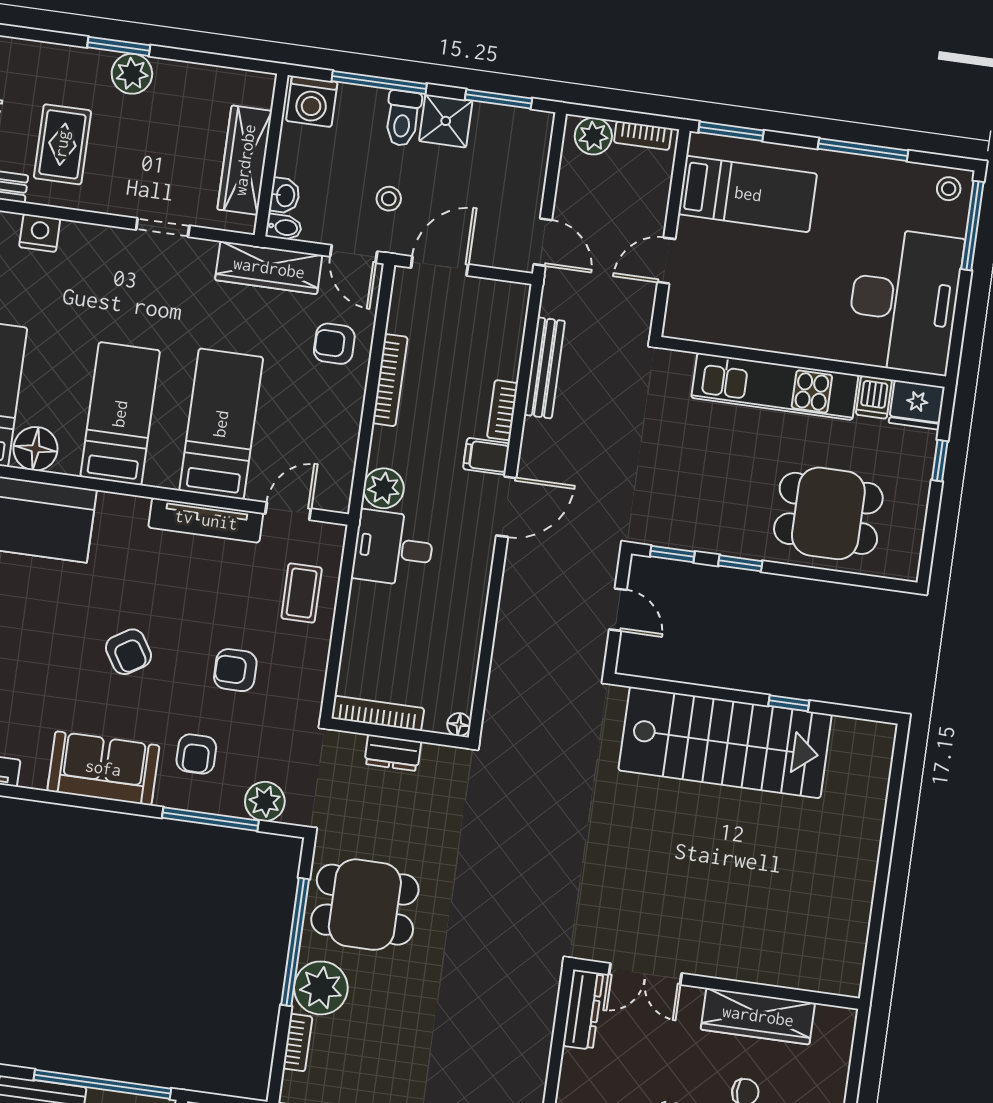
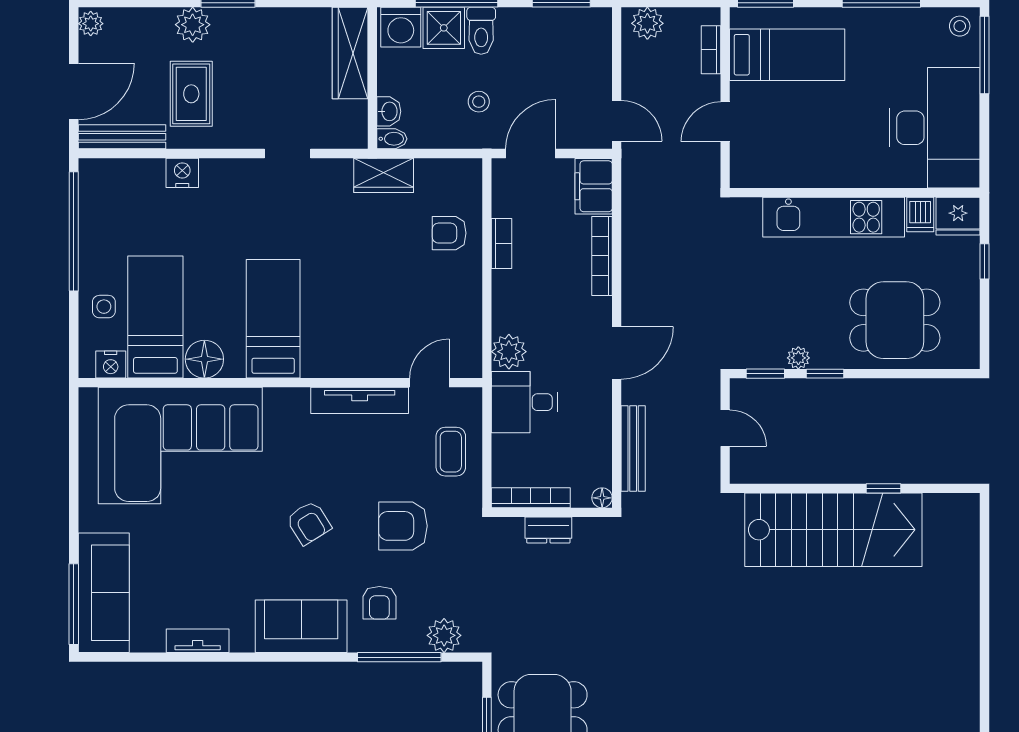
plant: (132, 74) -> (193, 25), moved
shower: (446, 121) -> (444, 28), moved
bookcase: (643, 136) -> (711, 50), moved, turned 90
wardrobe: (245, 160) -> (350, 53), moved
door: (354, 254) -> (455, 154), removed
wardrobe: (269, 268) -> (384, 175), width x0.67
bench: (545, 368) -> (633, 449), moved
bookcase: (390, 380) -> (501, 244), width x0.64
bookcase: (502, 410) -> (602, 256), width x1.56
bed: (221, 424) -> (361, 316), removed
filing cabinet: (486, 456) -> (594, 186), moved, width x2.00
plant: (712, 541) -> (798, 358), added
armchair: (235, 670) -> (403, 526), width x1.38, depth x1.38
bookcase: (378, 713) -> (531, 498), moved
floor lamp: (459, 725) -> (602, 498), moved
wall: (399, 733) -> (552, 512), moved
dresser: (393, 753) -> (548, 530), moved

